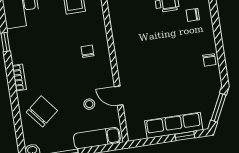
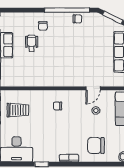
window: (219, 44) -> (67, 10), added
chair: (42, 111) -> (96, 145), turned -51

